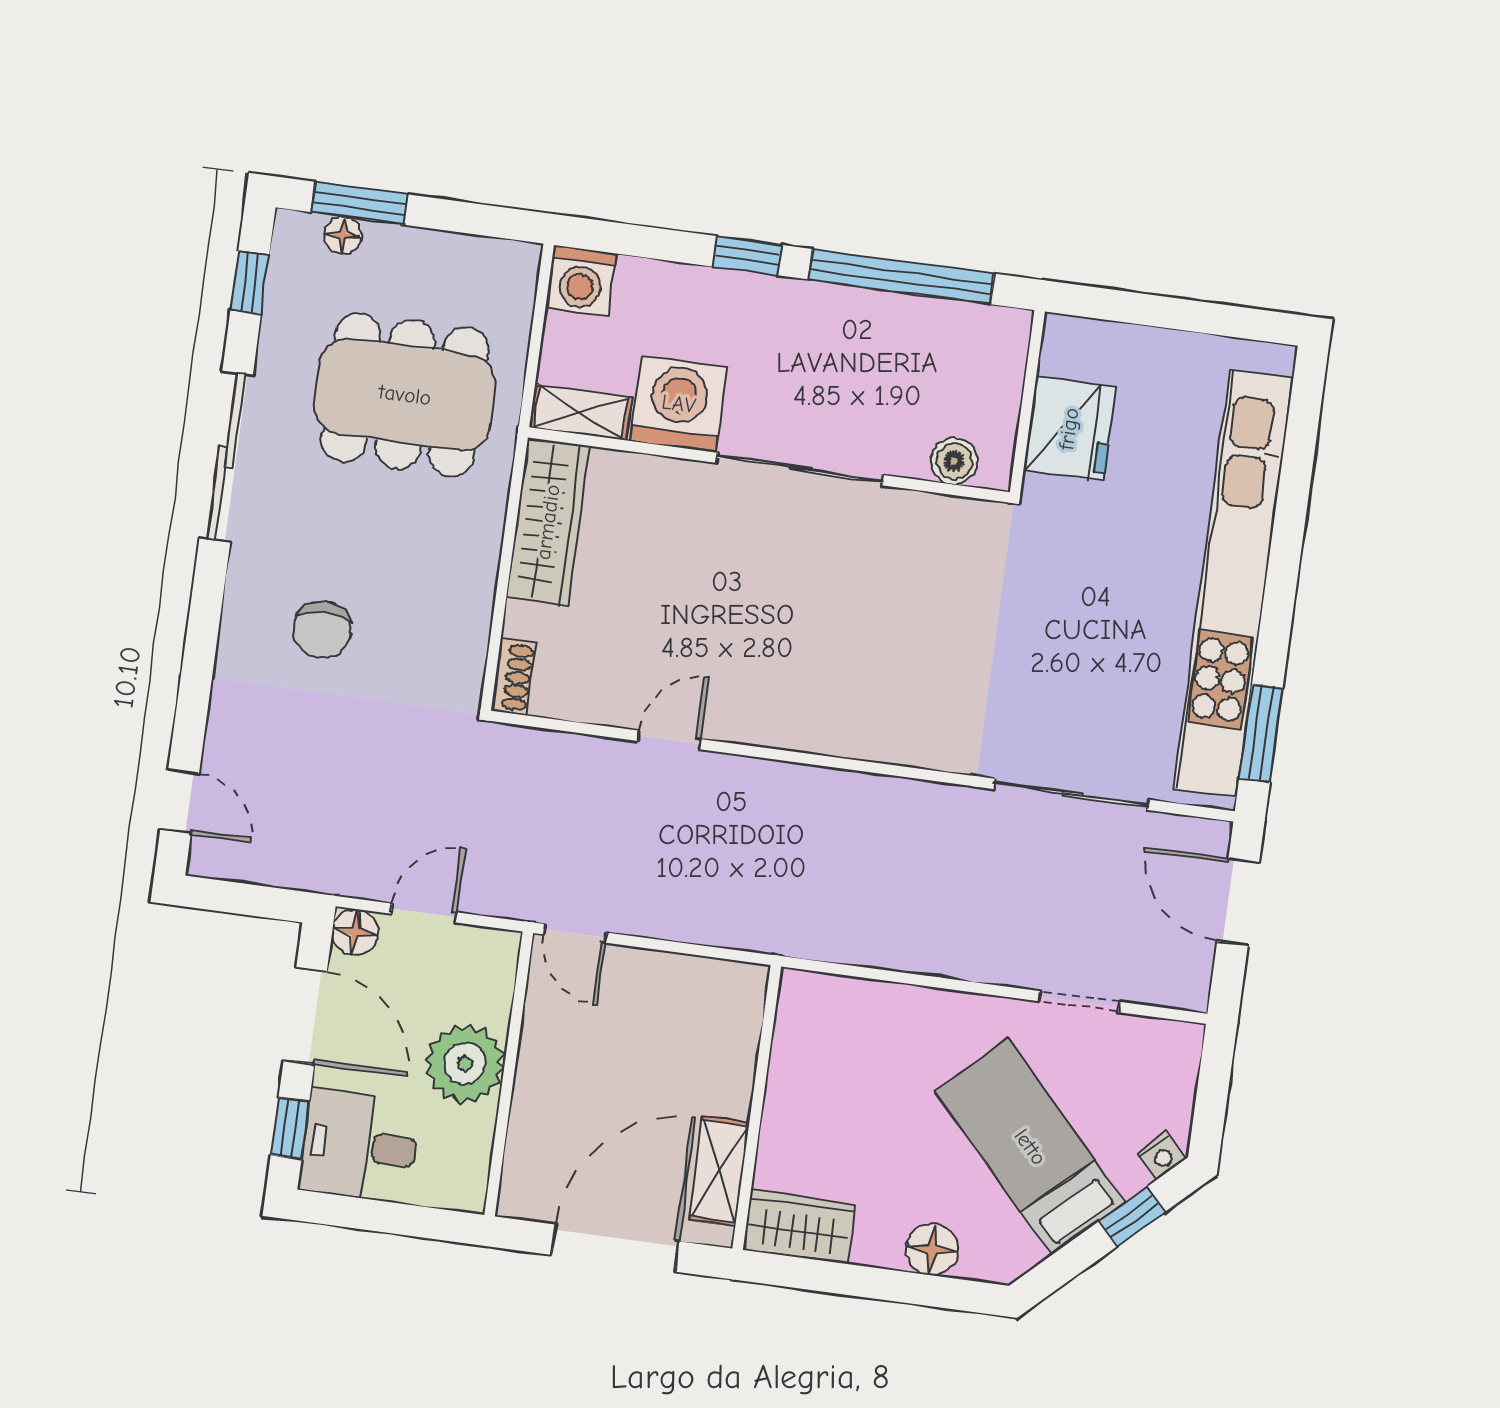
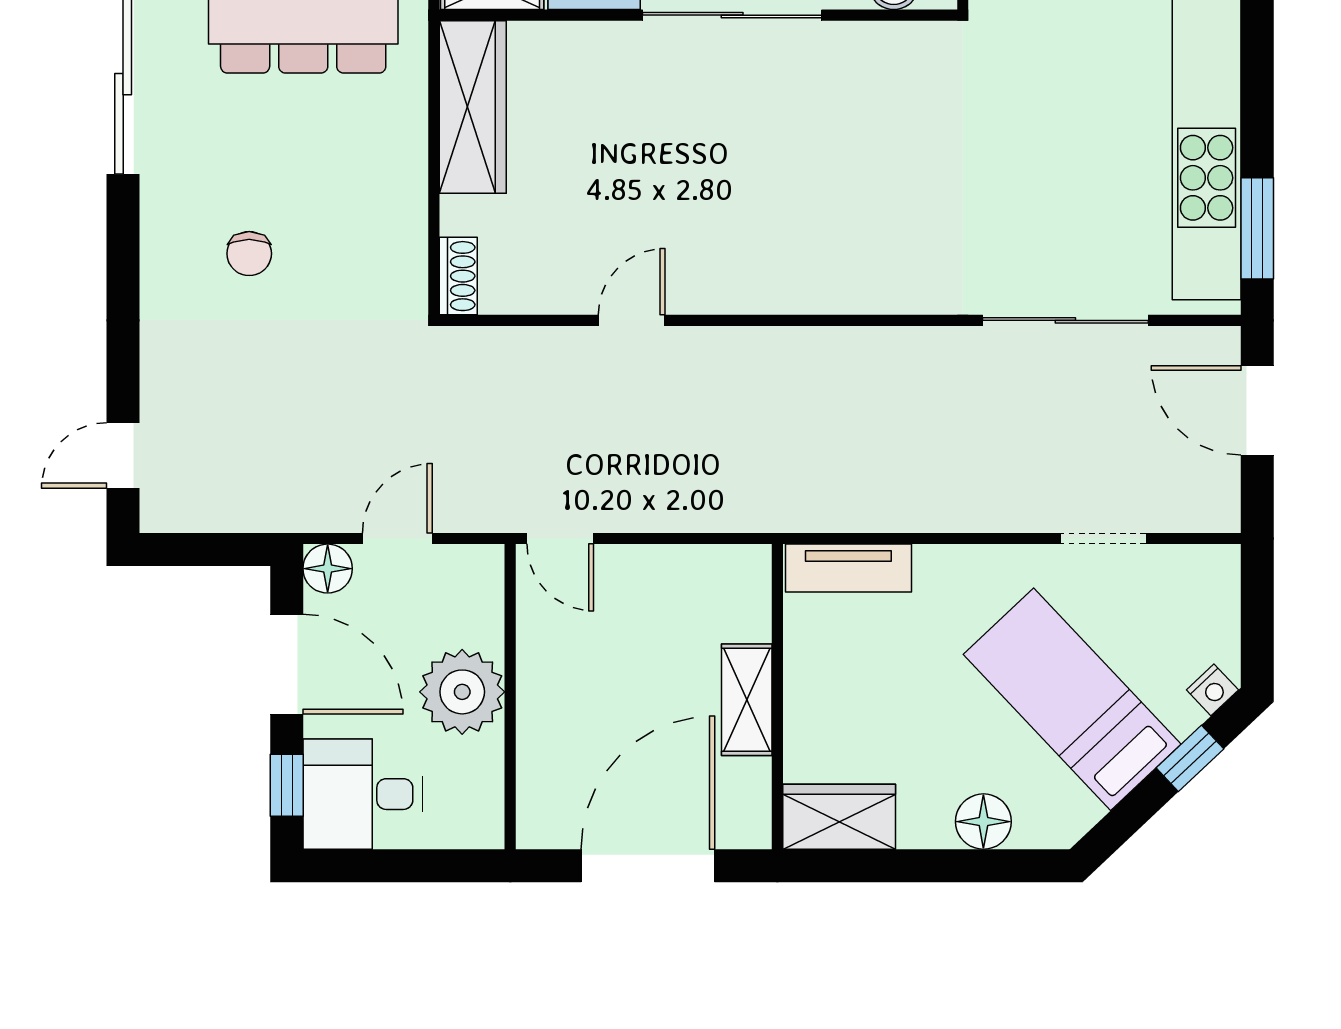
chair: (322, 630) -> (249, 254), width x0.73, depth x0.73
door: (180, 801) -> (123, 455), swing flipped
tv unit: (839, 997) -> (848, 568), added
shelving: (719, 1171) -> (747, 700), moved

